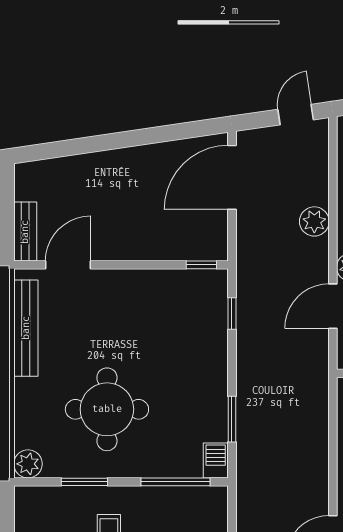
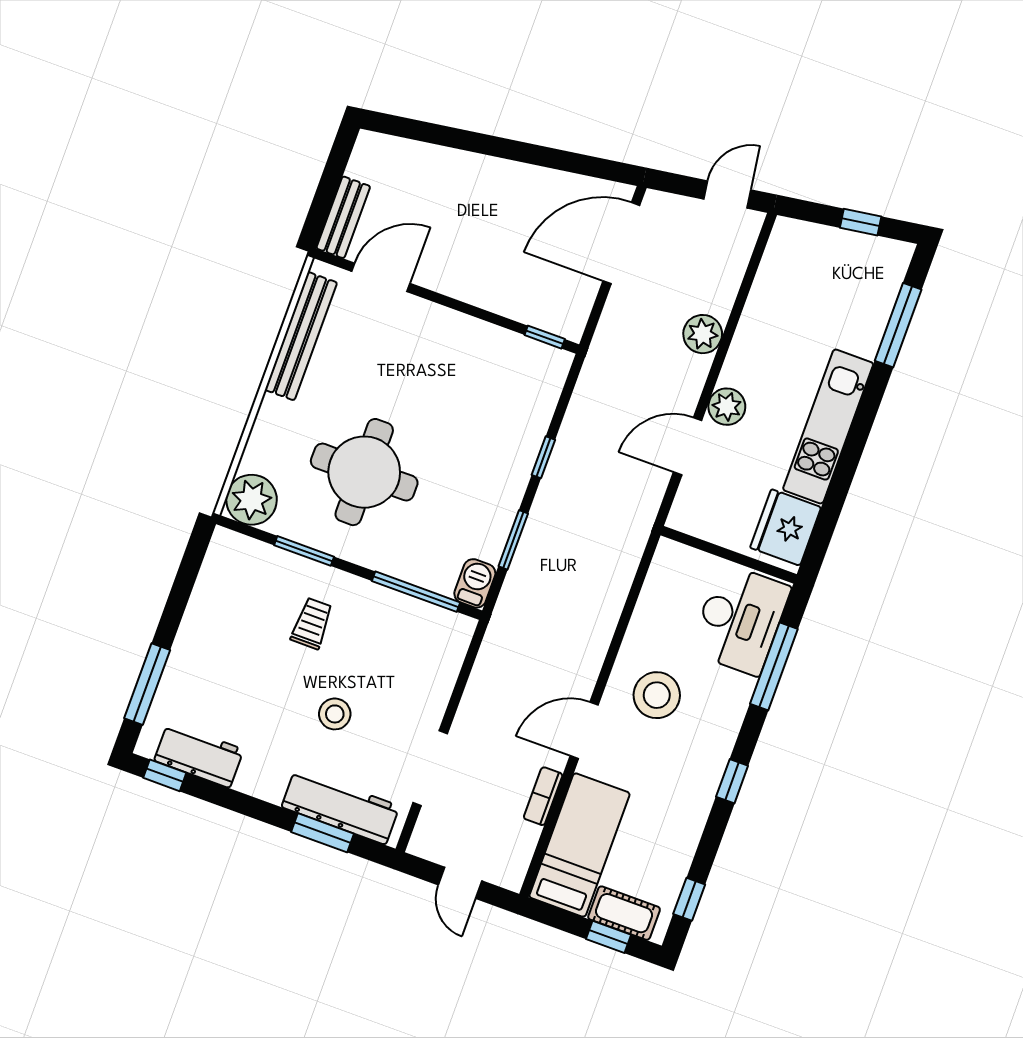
window: (232, 313) -> (543, 457), moved
plant: (28, 464) -> (252, 500), width x1.36, depth x1.36

